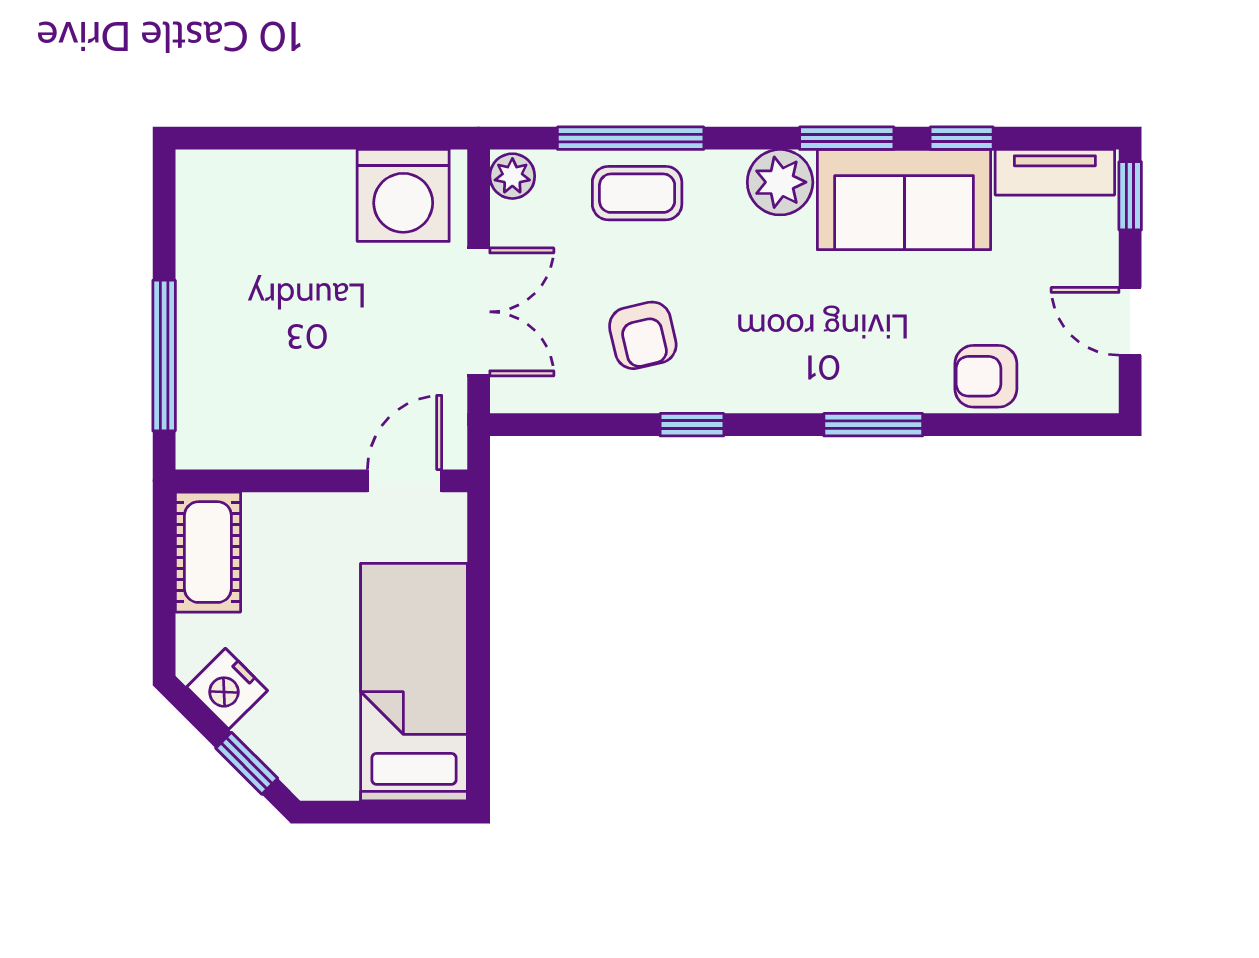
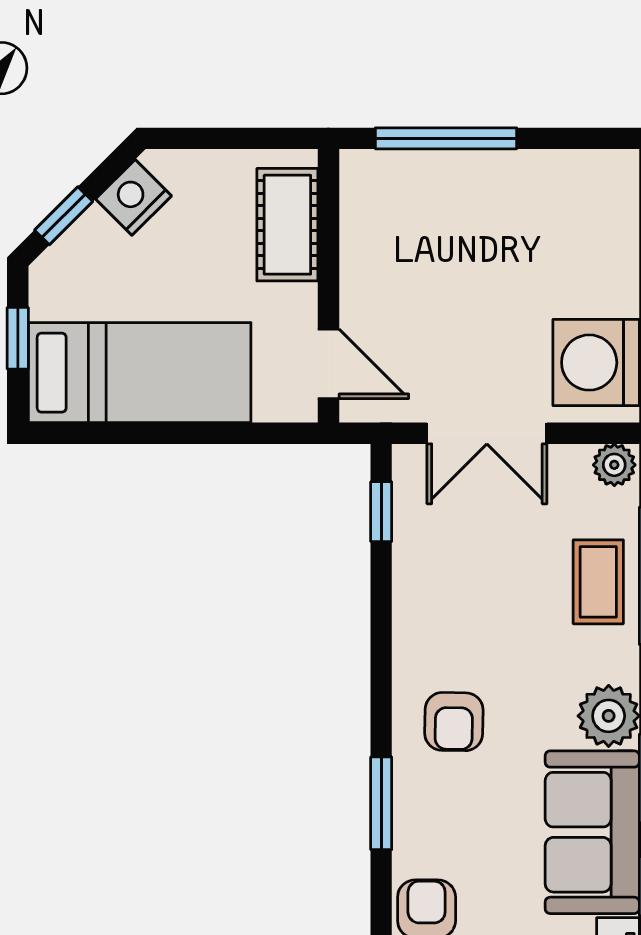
armchair: (643, 335) -> (454, 722), moved, turned -76
window: (692, 425) -> (381, 512), moved
cot: (208, 552) -> (287, 225), moved, turned 90
window: (377, 812) -> (18, 338), added

